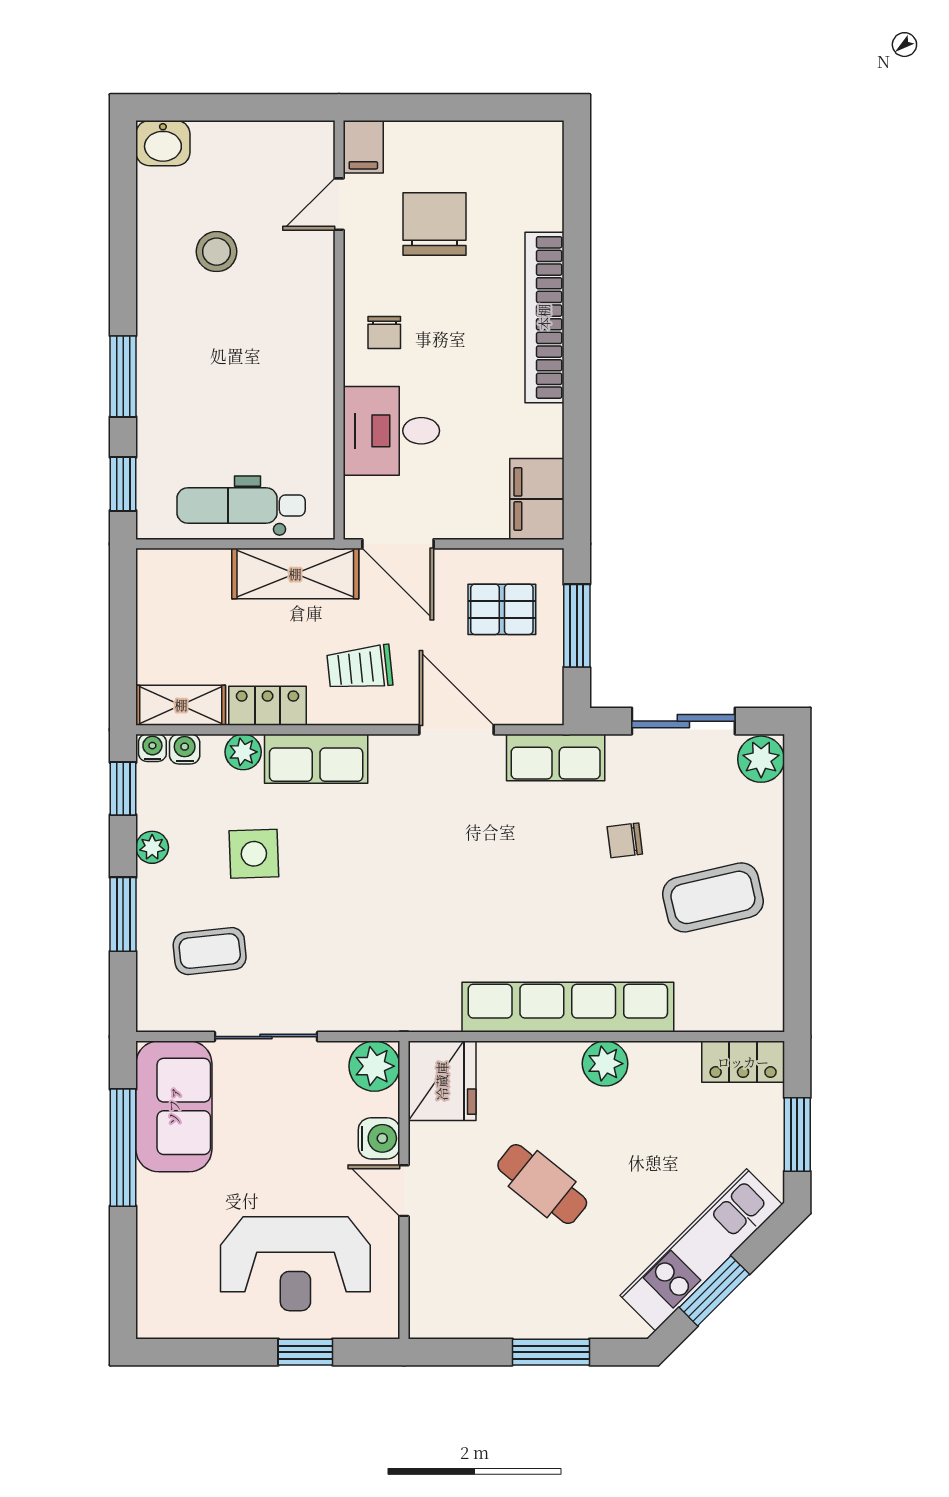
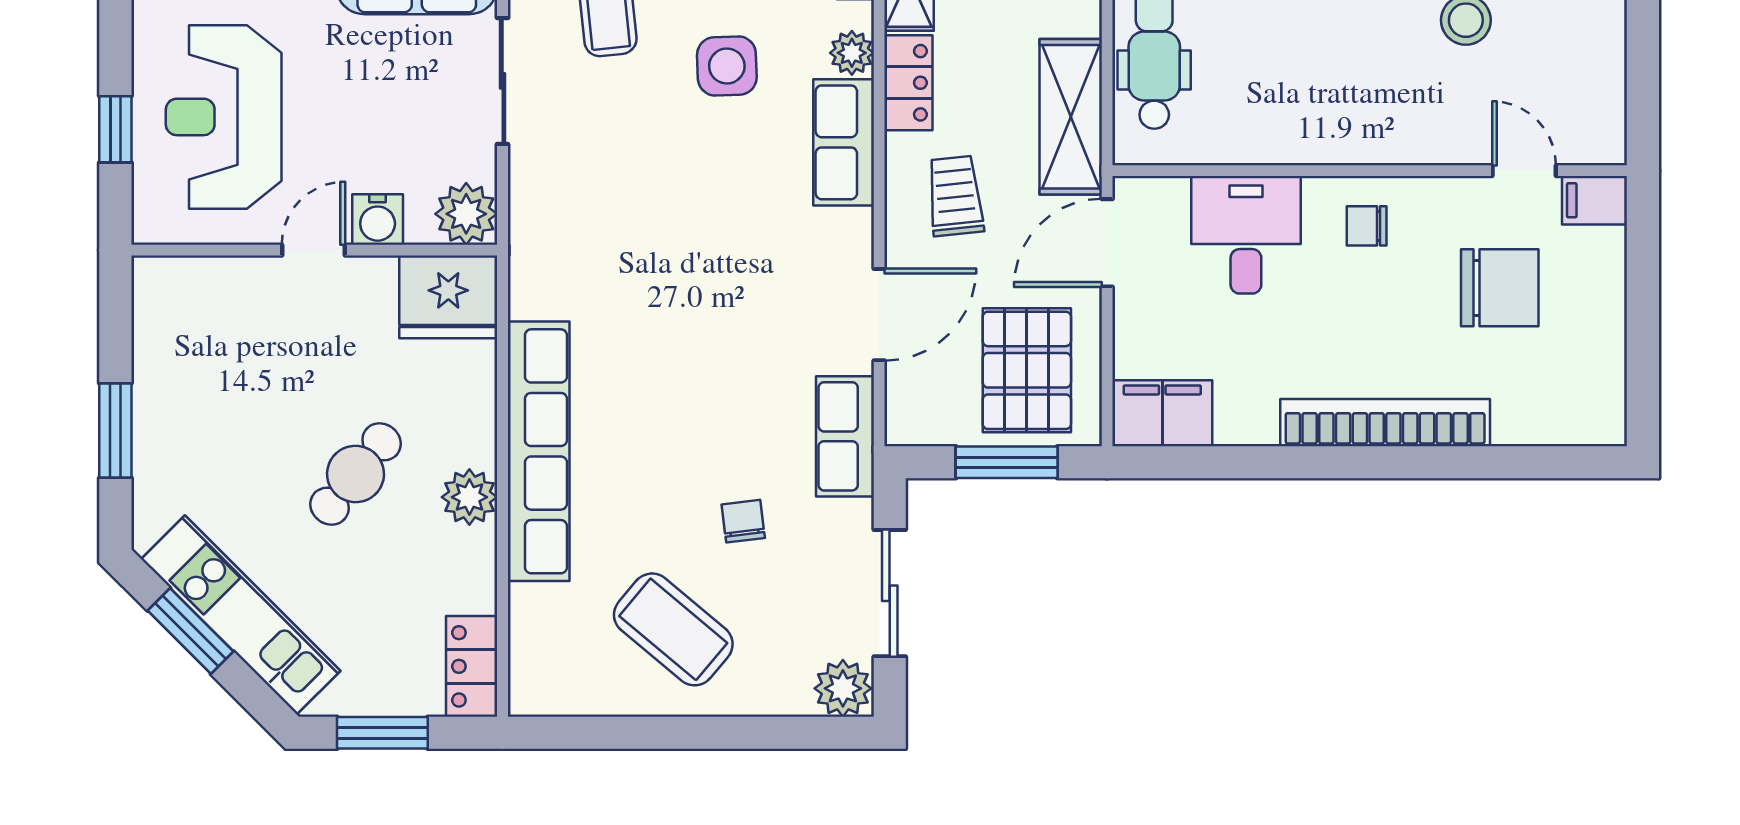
pallet: (502, 609) -> (1027, 370), width x1.50, depth x1.42
coffee table: (713, 897) -> (673, 629), turned -37
cafe table: (542, 1184) -> (356, 474), moved

